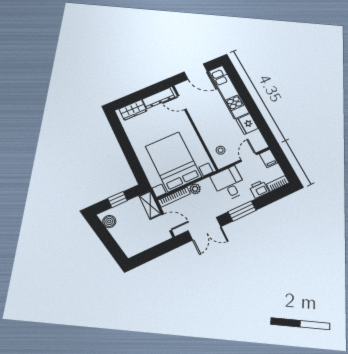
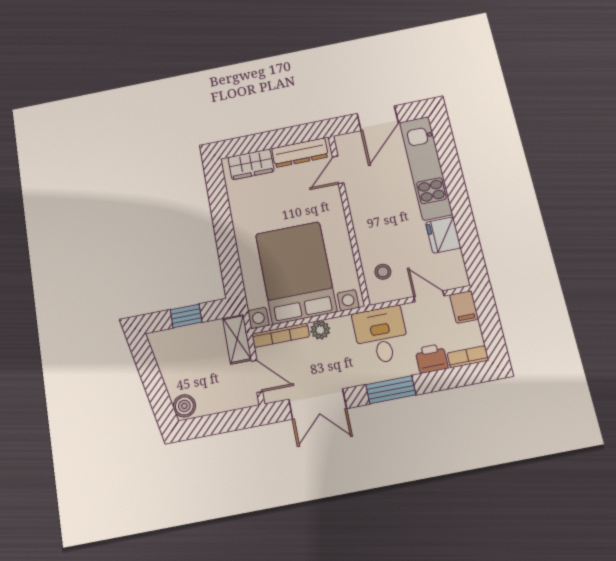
door: (196, 72) -> (378, 118), hinge flipped
door: (182, 103) -> (338, 170), hinge flipped
door: (249, 157) -> (429, 296), hinge flipped
boiler: (109, 222) -> (184, 406), moved

